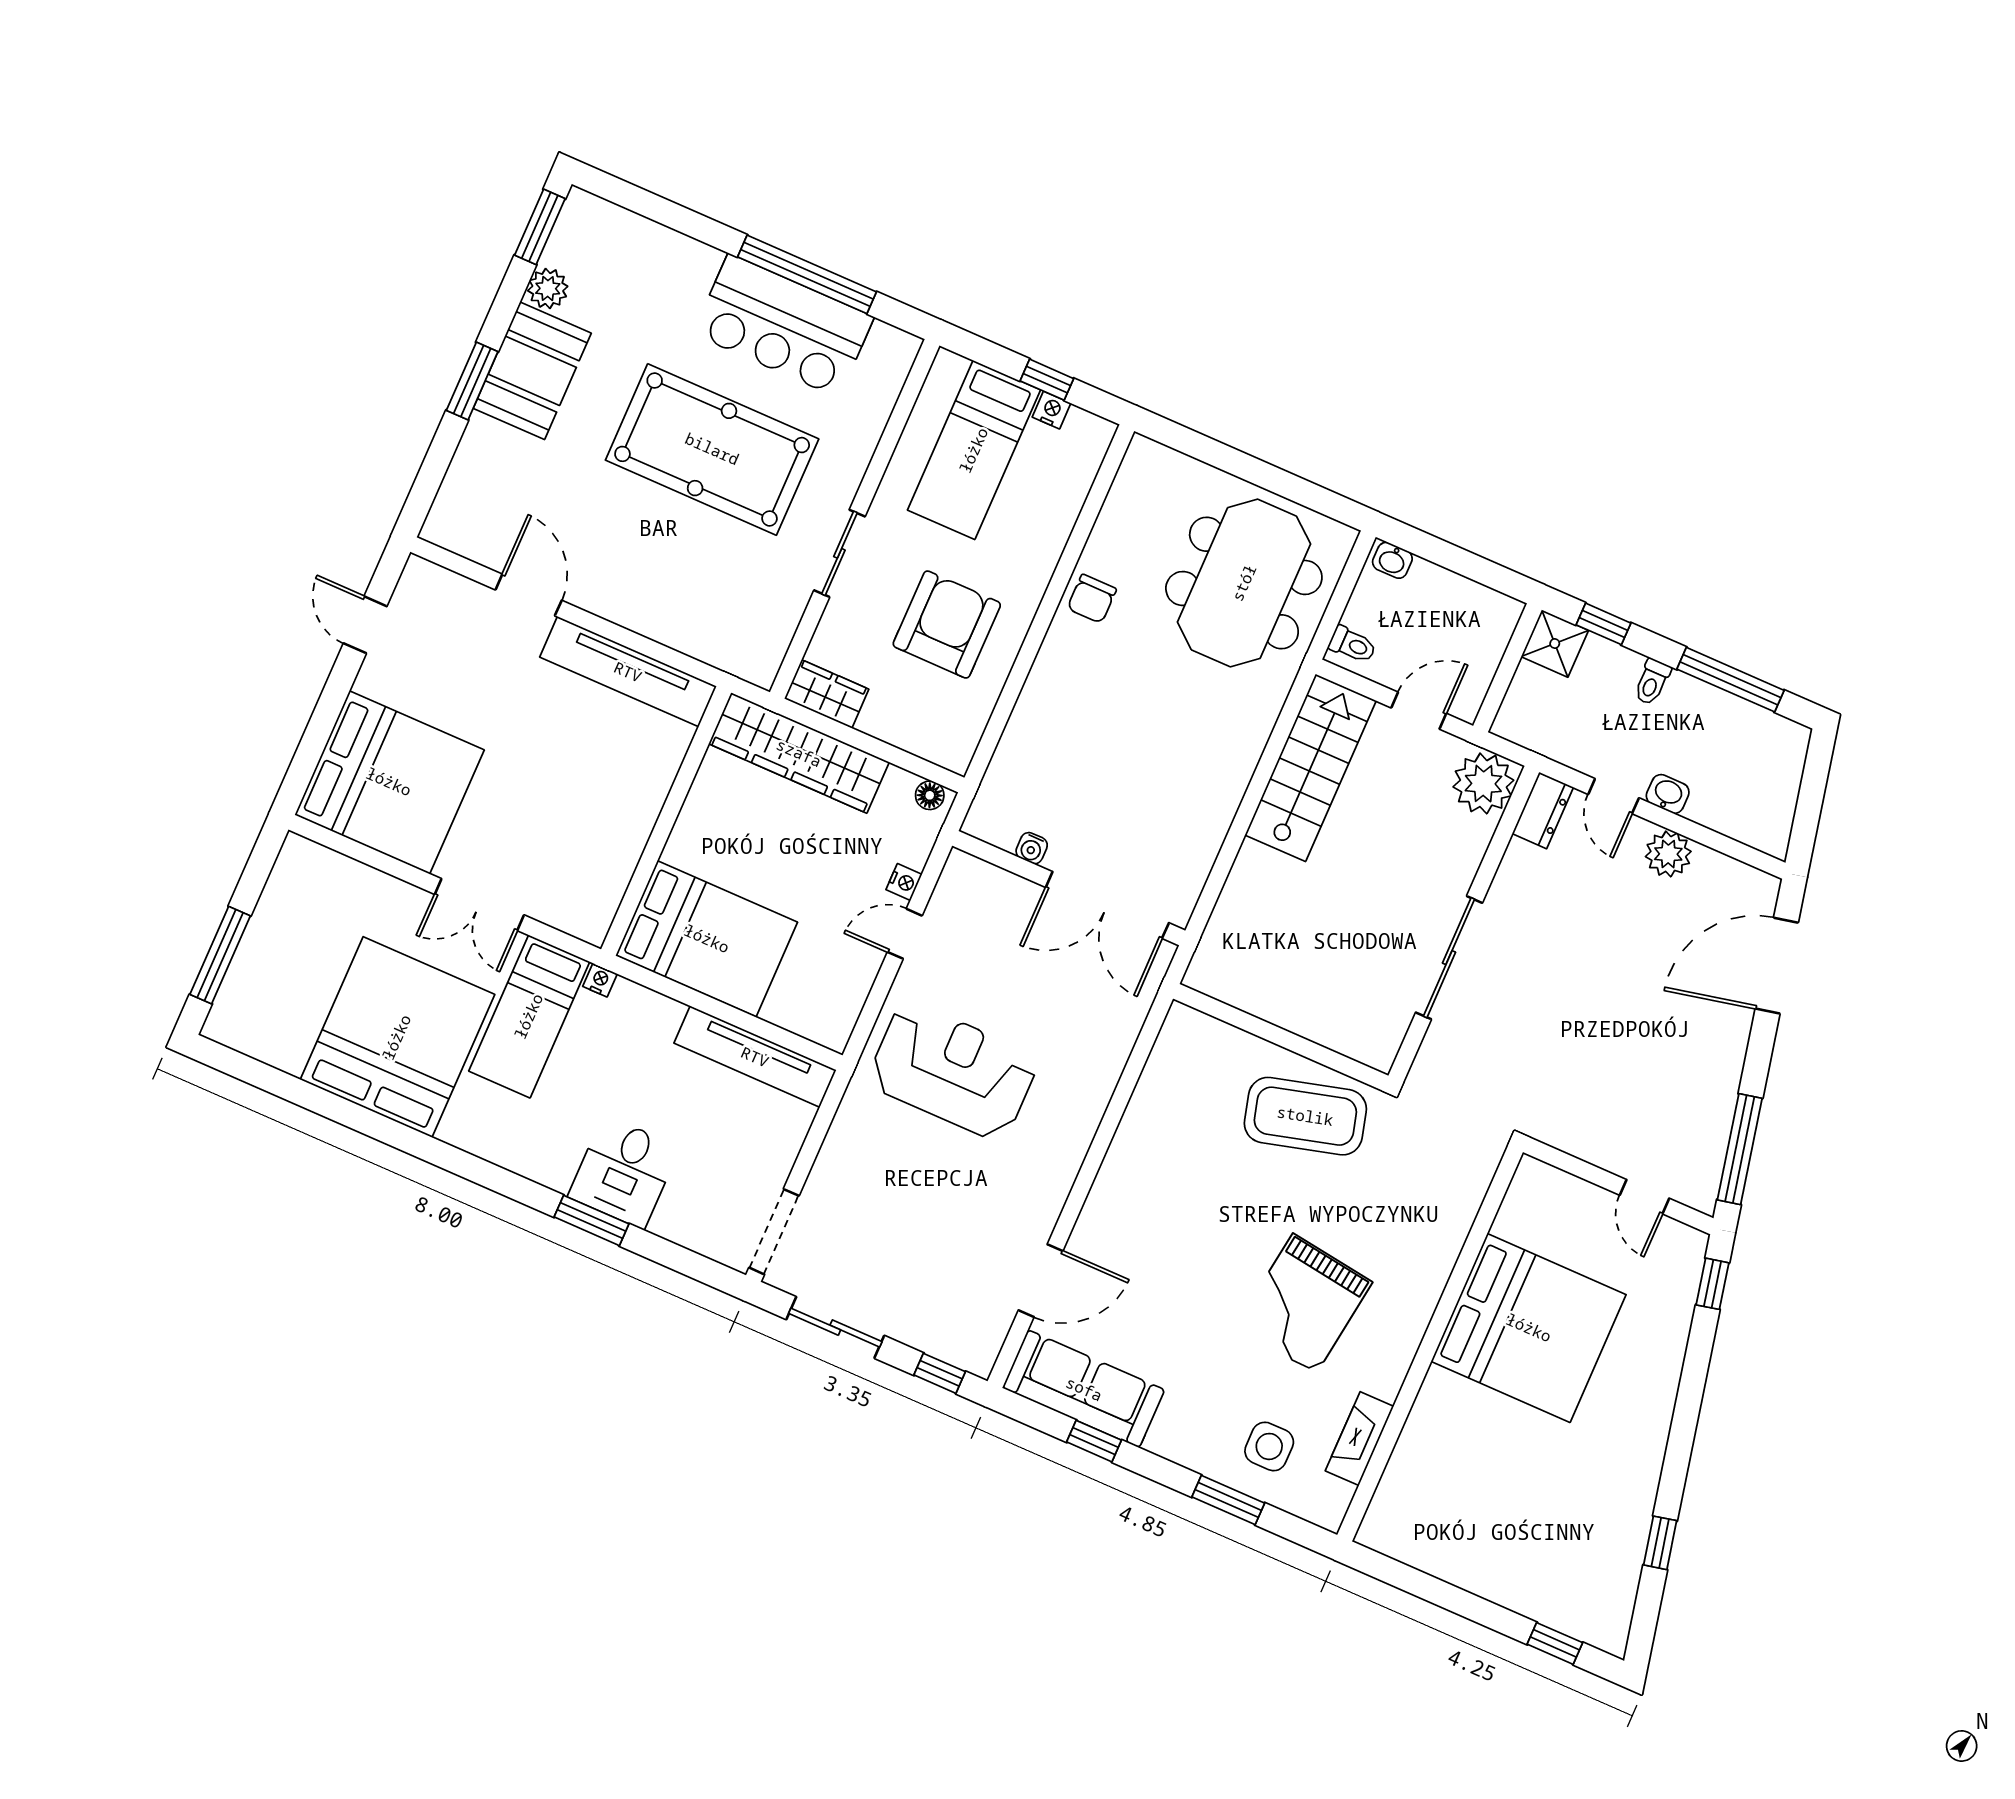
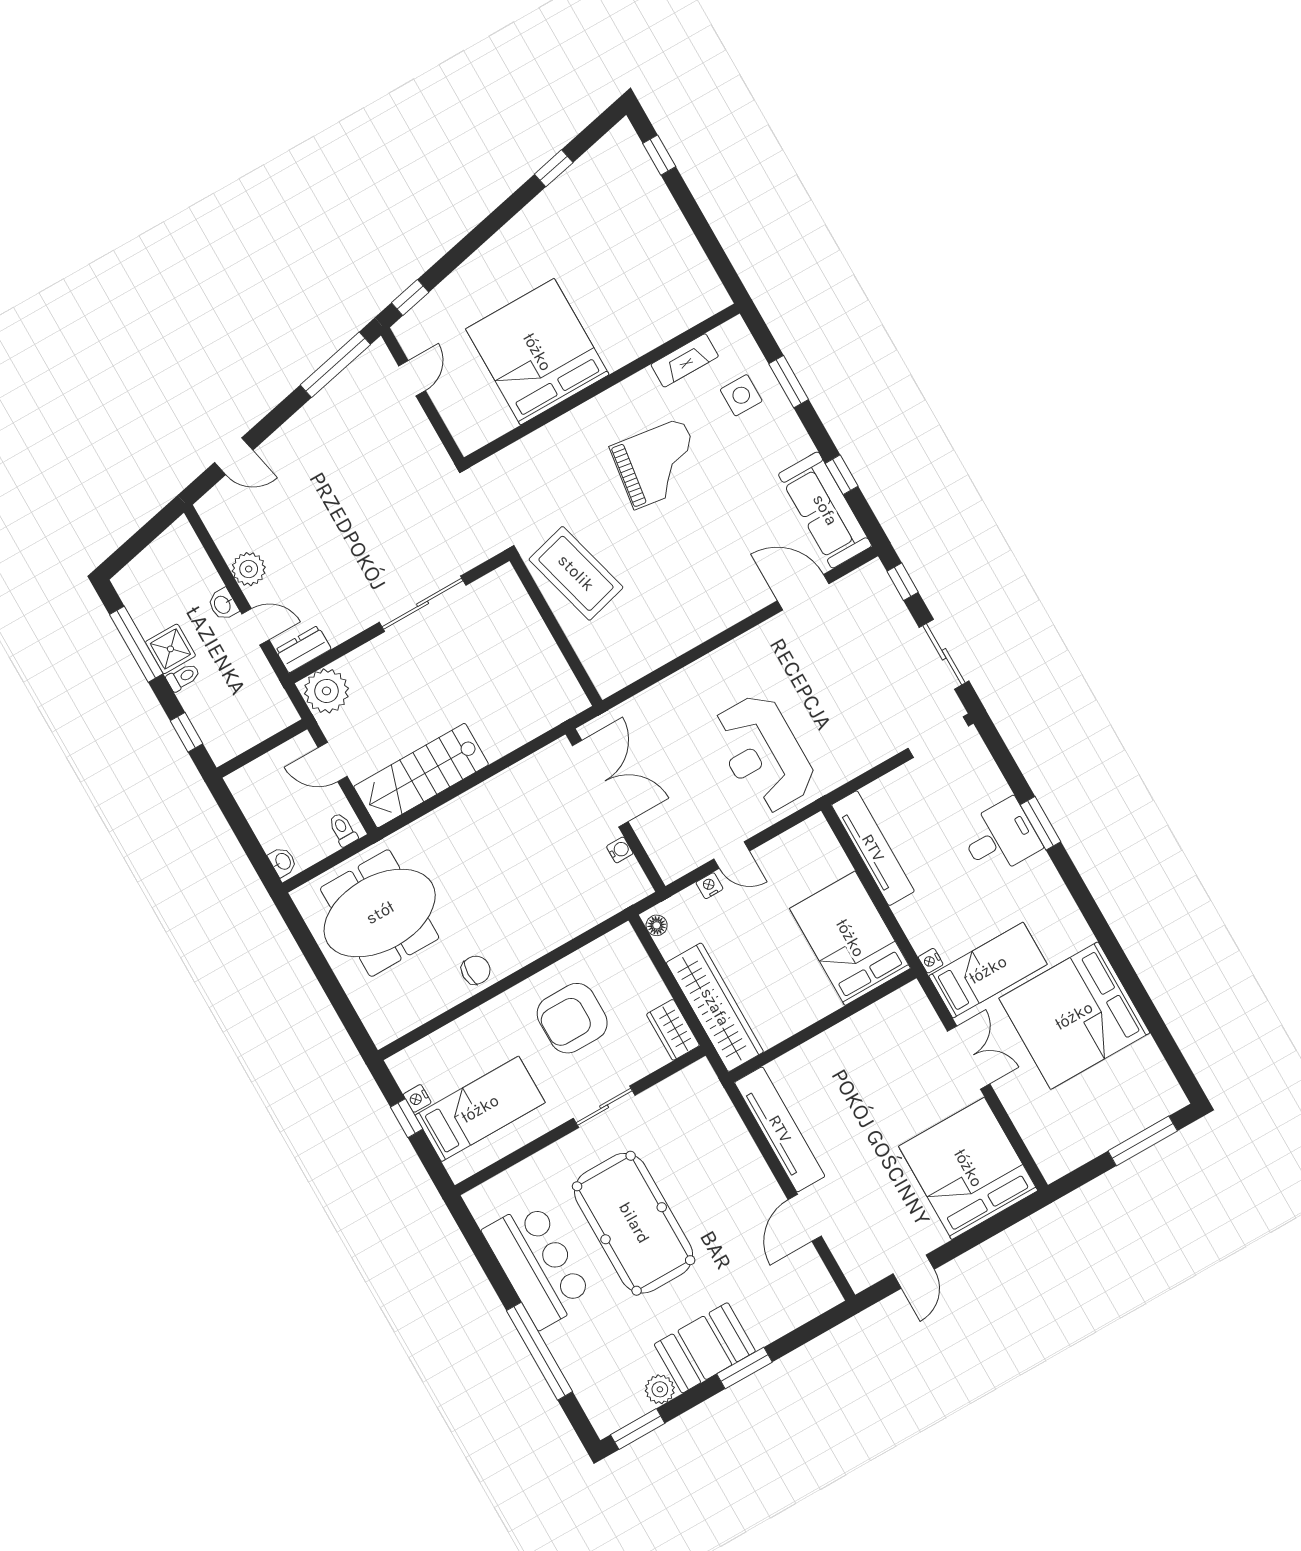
window: (807, 274) -> (539, 1351), moved
shower: (1555, 644) -> (170, 649), moved
door: (1614, 796) -> (256, 627), hinge flipped
door: (1777, 966) -> (234, 456), width x0.53

